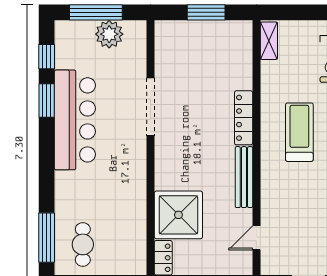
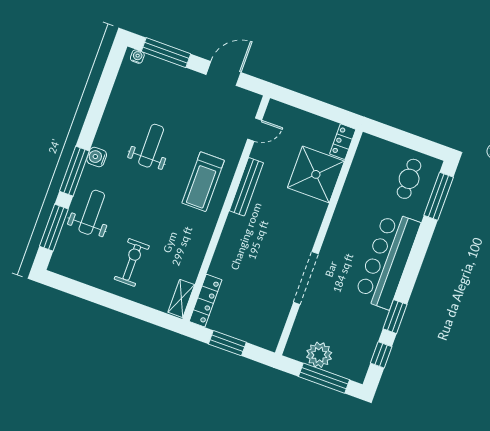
locker: (244, 118) -> (206, 301), moved
bar counter: (75, 120) -> (387, 260), moved
treadmill: (299, 132) -> (203, 182), moved

